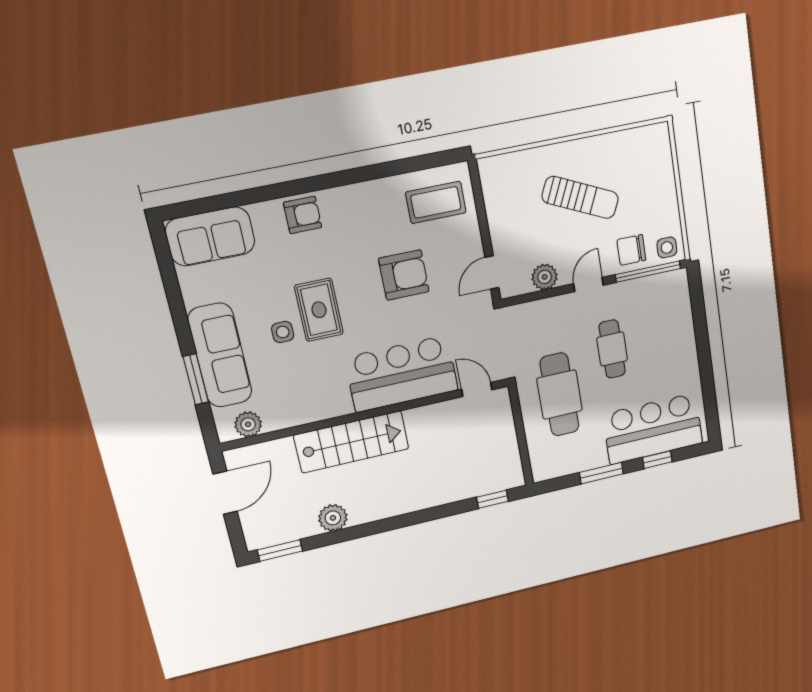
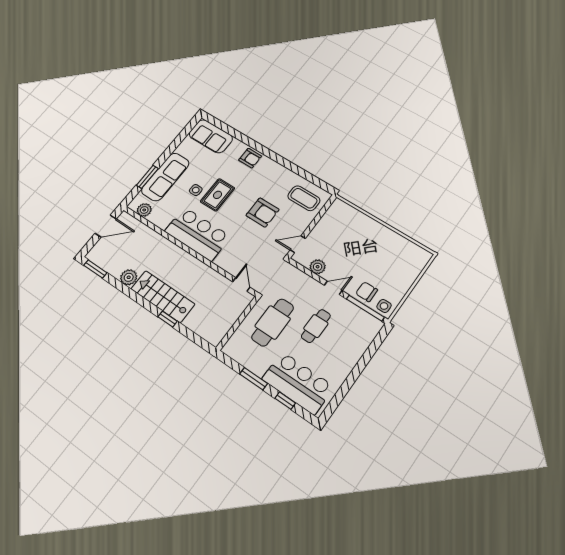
sun lounger: (580, 198) -> (365, 250), removed
bar counter: (402, 374) -> (198, 234), moved
stairs: (352, 442) -> (163, 296), moved, turned 180
window: (493, 499) -> (168, 319), moved

